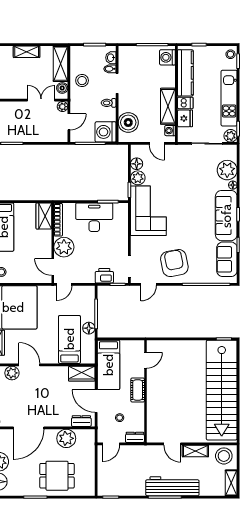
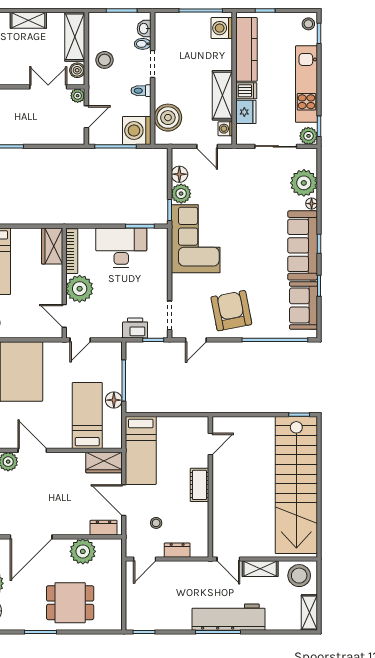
door: (145, 360) -> (210, 444), moved
cot: (138, 390) -> (200, 485), moved
wall: (145, 391) -> (210, 487), moved

